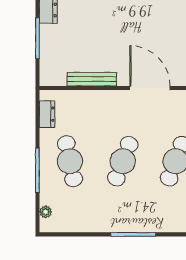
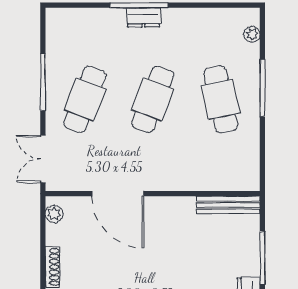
bench: (92, 79) -> (228, 205), moved
dresser: (47, 114) -> (144, 17), moved, turned -90

